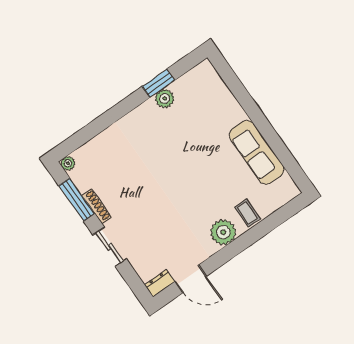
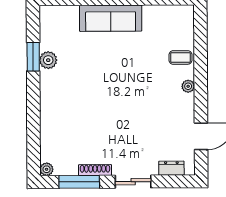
sofa: (257, 152) -> (111, 18), moved
plant: (223, 232) -> (188, 86), width x0.53, depth x0.53
dresser: (160, 283) -> (171, 168), moved, turned 90

